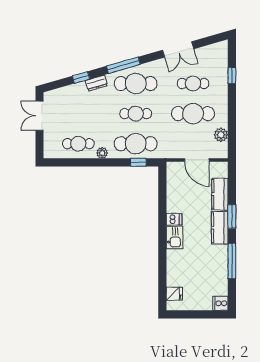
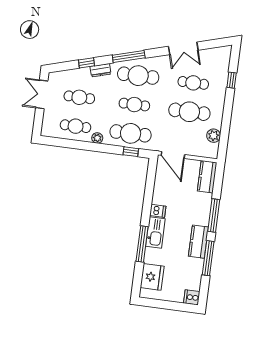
cafe table: (78, 114) -> (79, 97), added
door: (197, 160) -> (173, 155), moved
kitchen counter: (220, 194) -> (207, 177), moved
window: (232, 217) -> (214, 216), width x1.44
kitchen counter: (220, 228) -> (198, 242), moved
kitchen sink: (175, 238) -> (155, 232), width x1.38
window: (162, 255) -> (142, 244), added
fridge: (174, 294) -> (152, 277), width x1.88, depth x1.34

